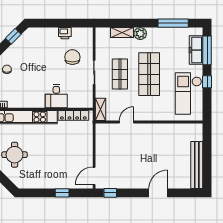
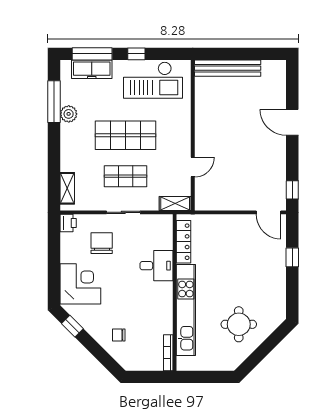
printer: (65, 33) -> (68, 223), moved
shelving: (122, 33) -> (67, 188), moved
plant: (140, 34) -> (69, 114), moved
corner desk: (43, 42) -> (80, 284), added
chair: (72, 57) -> (102, 243), turned 90
door: (126, 122) -> (193, 167), swing flipped
bench: (197, 165) -> (228, 68), moved

